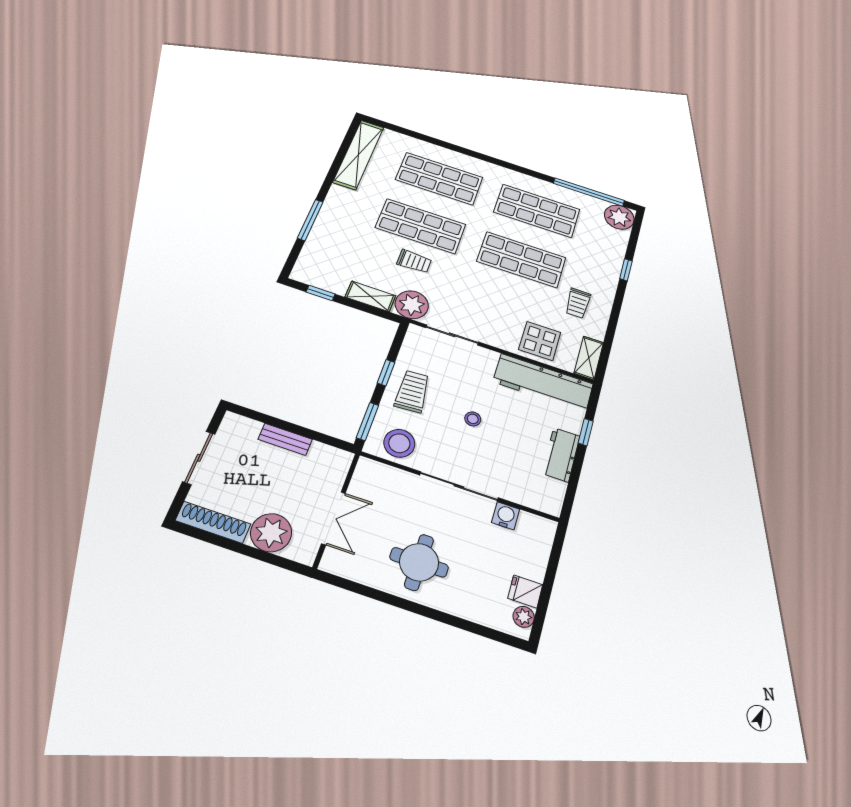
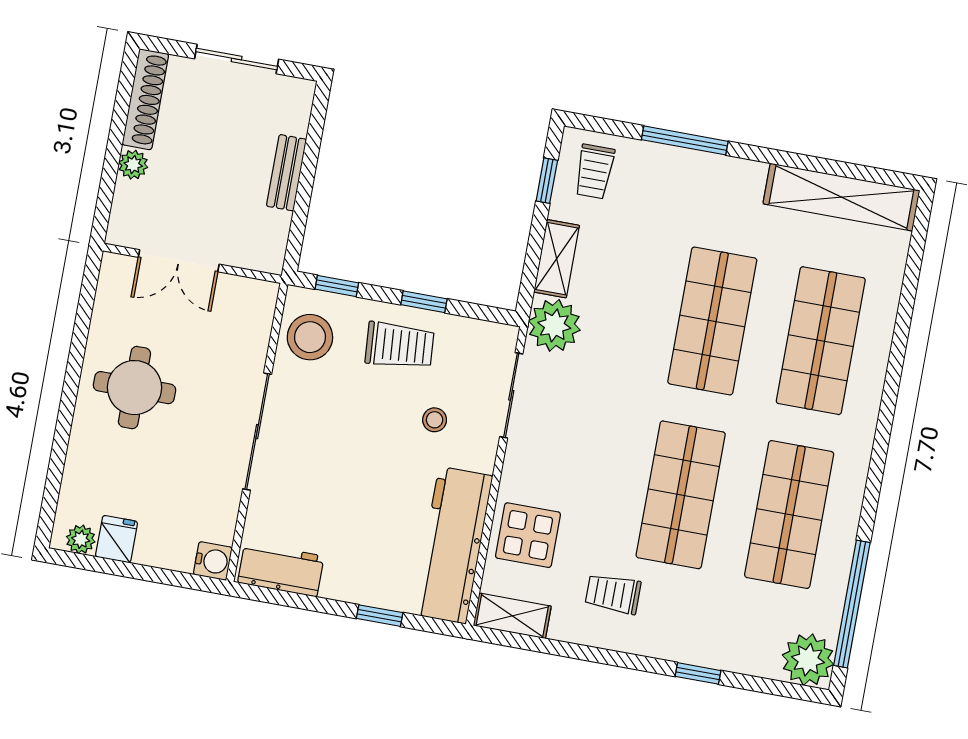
trolley: (414, 261) -> (594, 171), moved
stool: (473, 419) -> (435, 420), moved
window: (368, 421) -> (337, 286), width x0.67
workbench: (561, 455) -> (281, 569), moved
water cooler: (506, 516) -> (213, 561), moved
plant: (271, 533) -> (133, 165), width x0.53, depth x0.53

